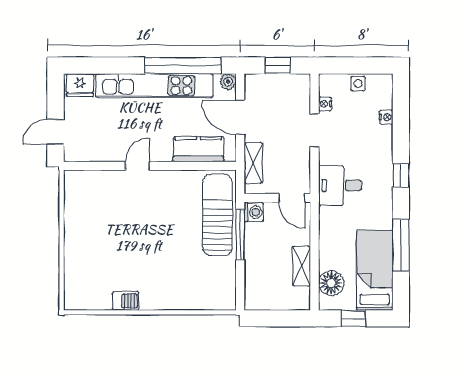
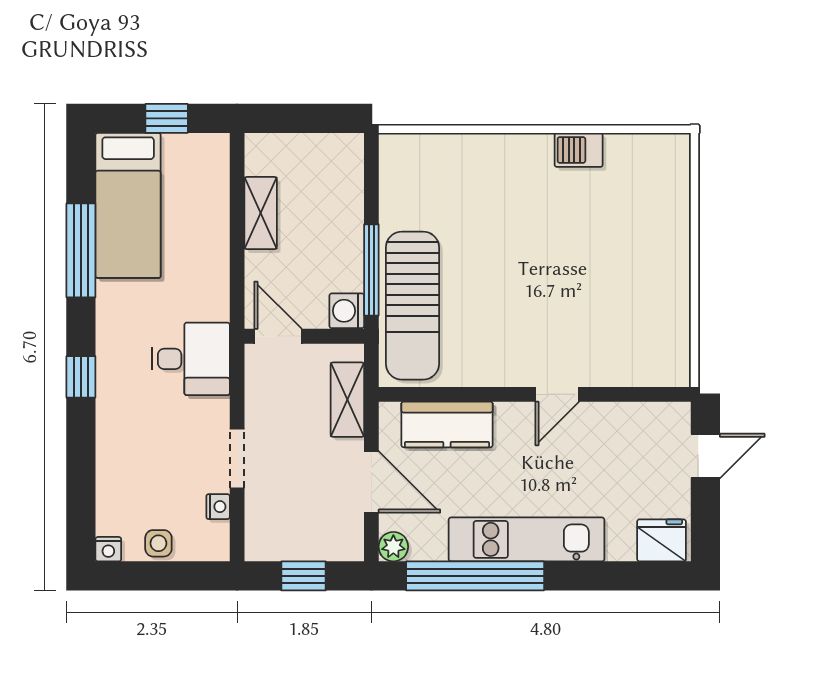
kitchen unit: (154, 86) -> (526, 539), width x0.73
nightstand: (386, 117) -> (108, 549), moved, turned -90
floor lamp: (331, 283) -> (207, 182), removed

